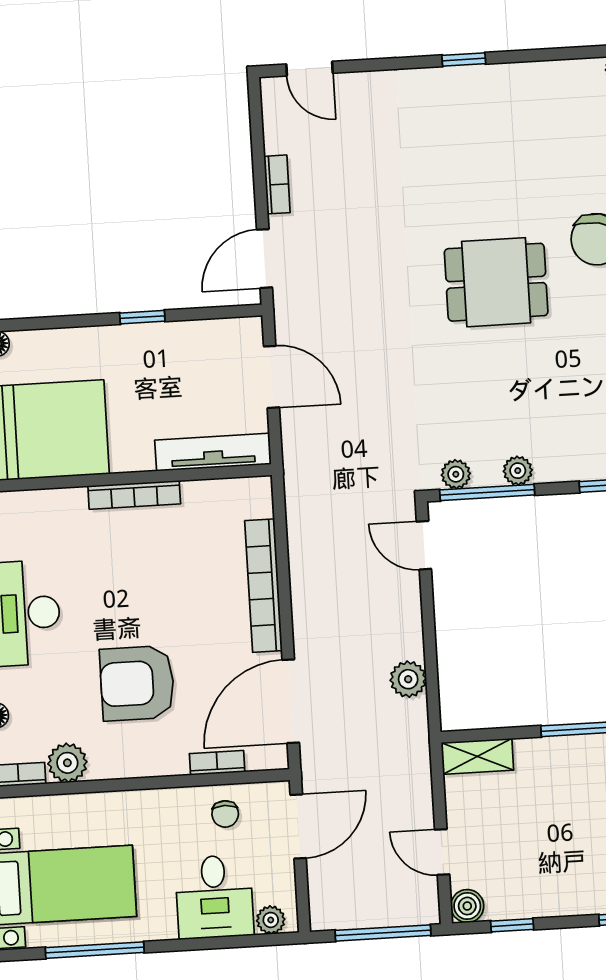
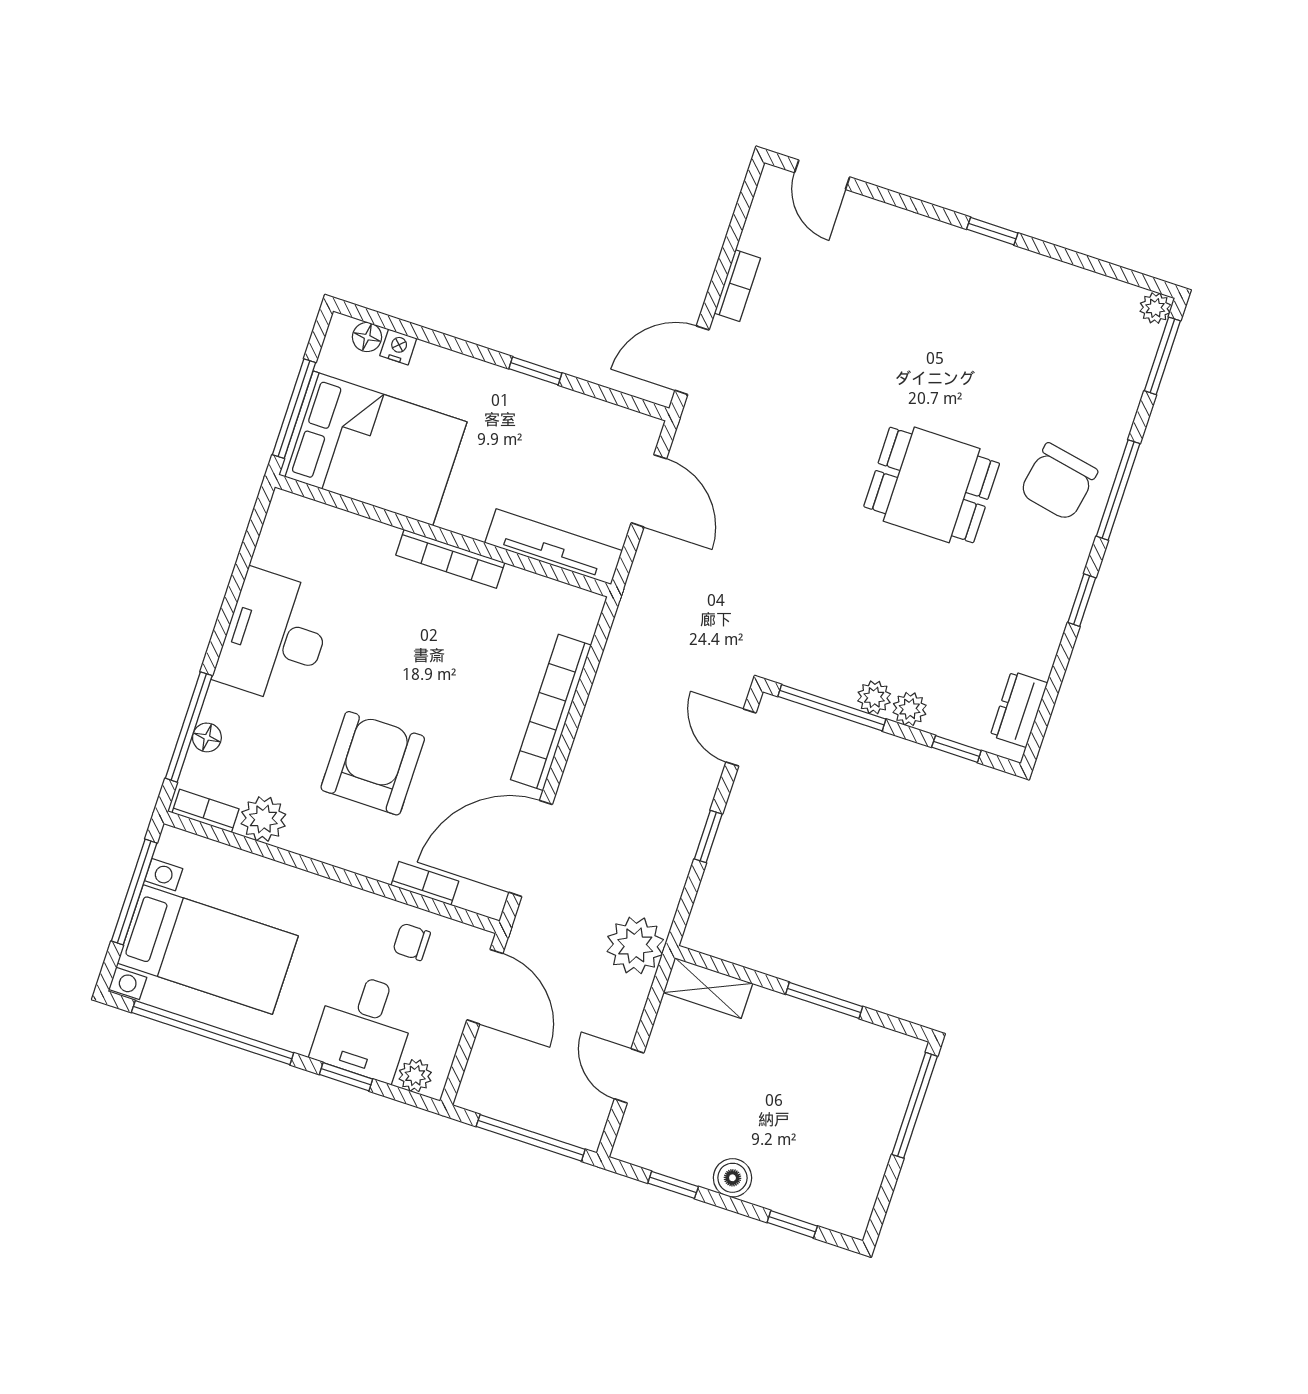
nightstand: (25, 342) -> (398, 347), added
plant: (456, 474) -> (910, 709), moved
window: (429, 635) -> (708, 837), added
plant: (408, 679) -> (635, 945), moved, width x1.36, depth x1.36
armchair: (137, 683) -> (373, 763), turned 90
chair: (225, 814) -> (412, 942), turned 90
door: (298, 826) -> (485, 987), hinge flipped
boiler: (467, 906) -> (732, 1178), moved
window: (216, 943) -> (346, 1077), added
window: (95, 950) -> (213, 1033), width x1.46

